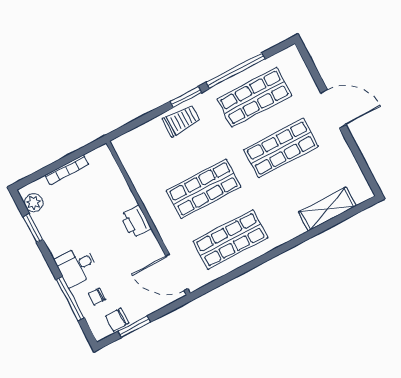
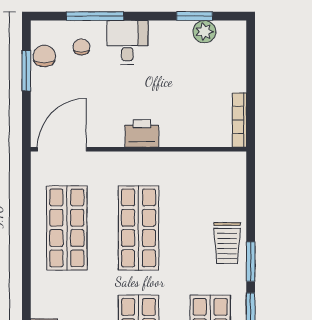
bookcase: (67, 170) -> (239, 120), moved
plant: (34, 203) -> (204, 32), moved

